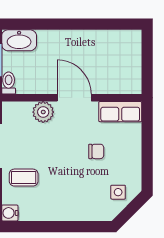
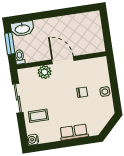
row of seats: (120, 112) -> (74, 132), moved, turned 180
side table: (118, 192) -> (105, 92), moved

